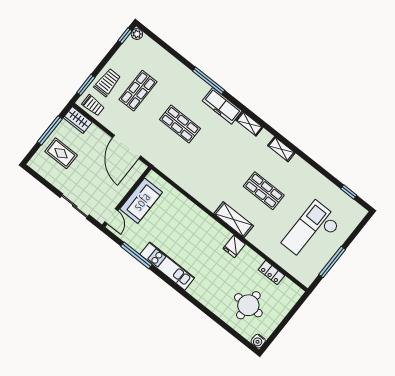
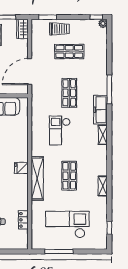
trolley: (93, 105) -> (39, 31), removed
shelving: (281, 149) -> (103, 186), moved
checkout: (210, 164) -> (60, 130), added
shelving: (234, 220) -> (37, 178), width x1.47
fridge: (234, 246) -> (21, 168), moved

